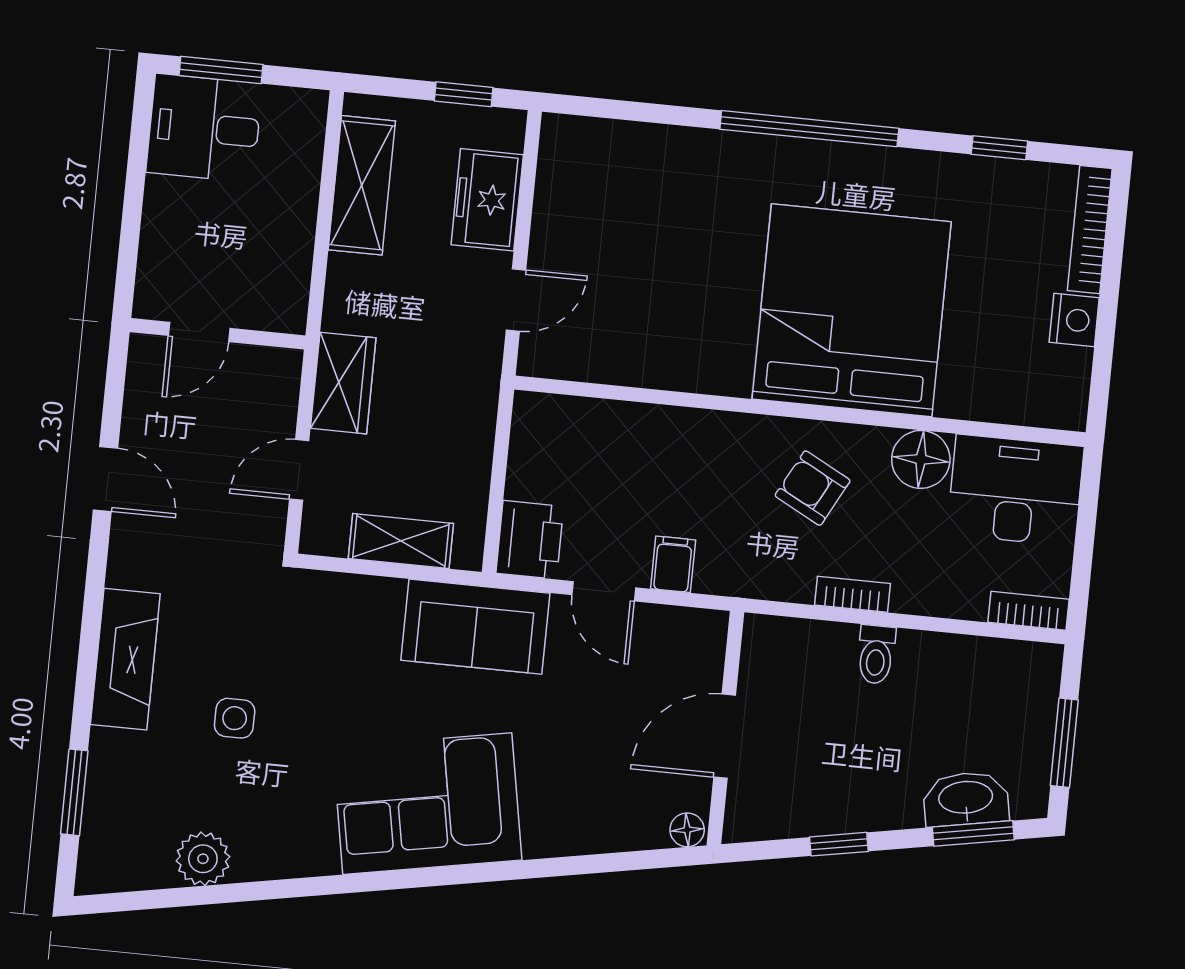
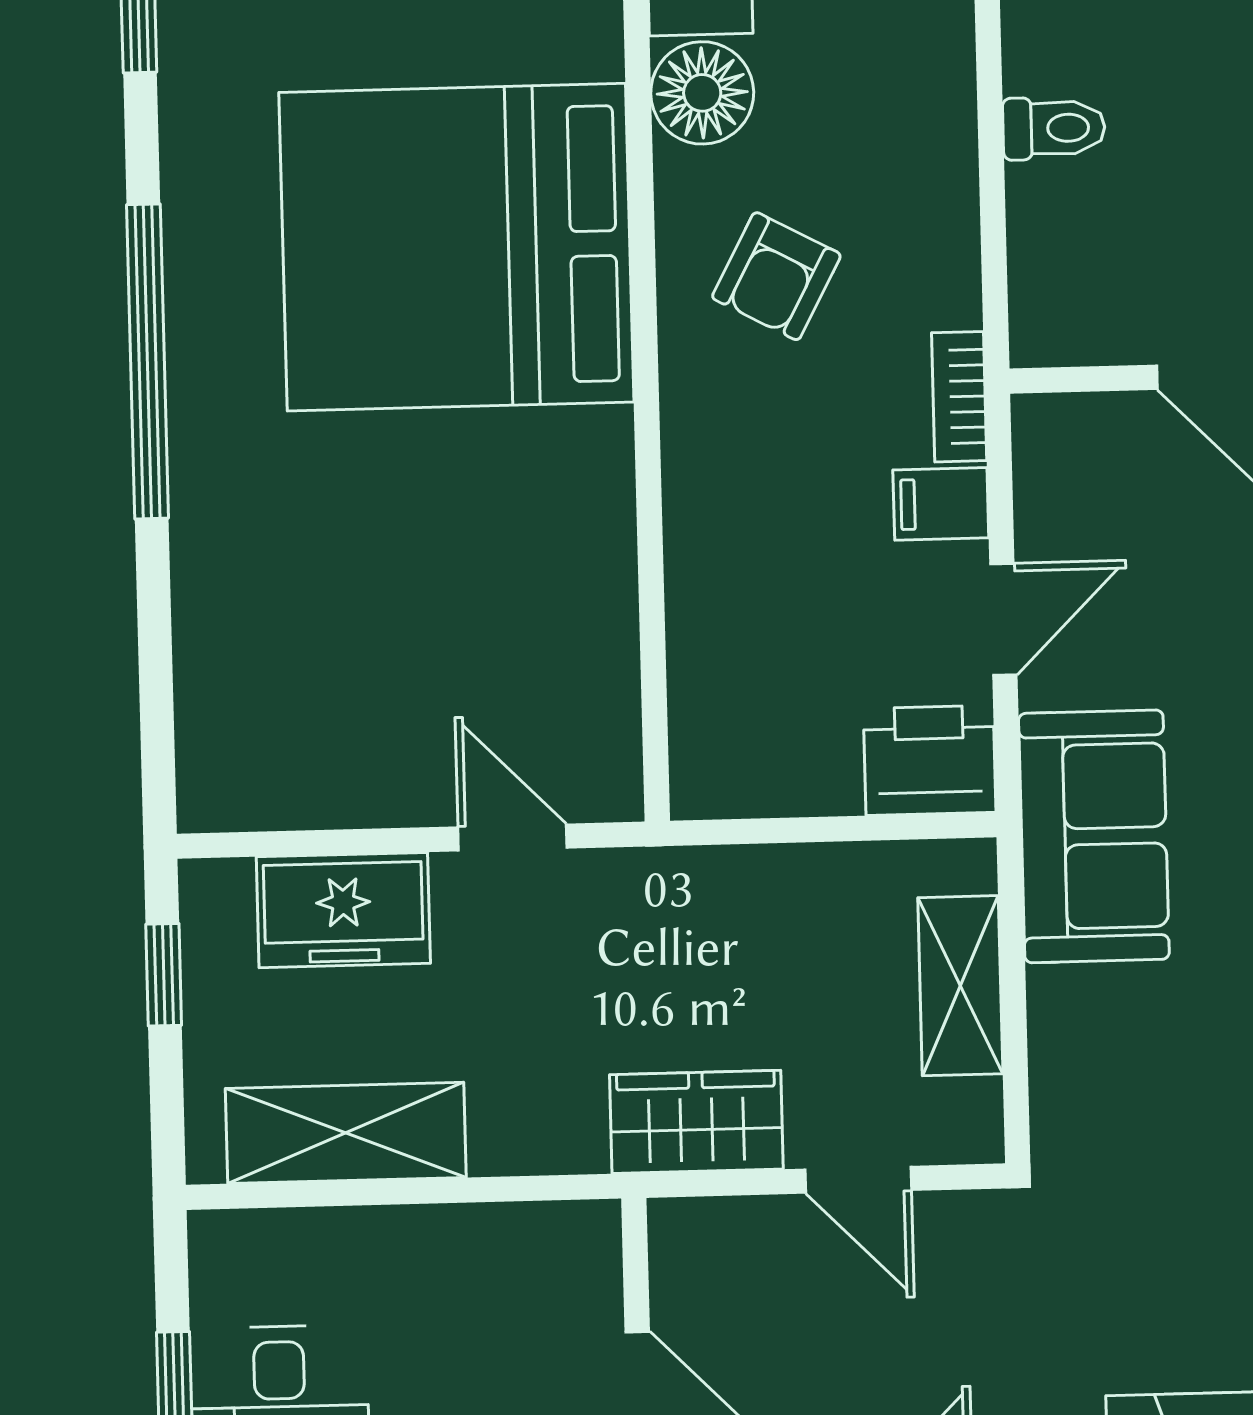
bookcase: (853, 594) -> (959, 397), moved

